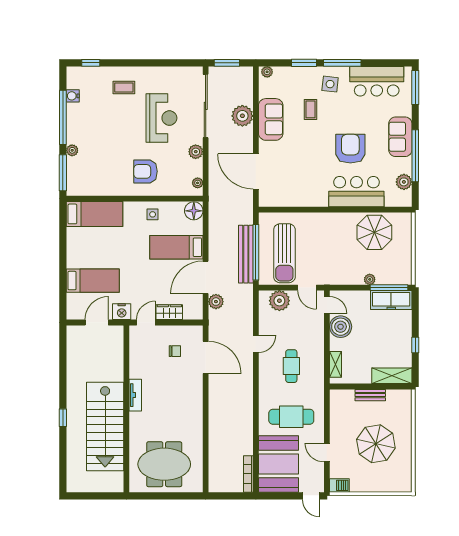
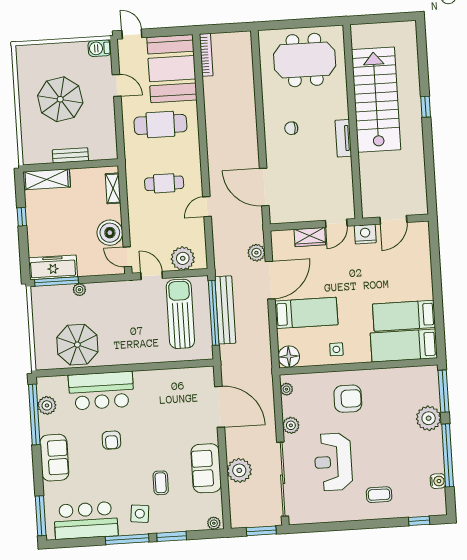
armchair: (350, 149) -> (111, 440), width x0.53, depth x0.53
plant: (72, 150) -> (429, 418), width x1.87, depth x1.87
window: (415, 156) -> (34, 415), moved
bed: (93, 281) -> (404, 316), moved
chair: (175, 351) -> (291, 128), moved
cafe table: (291, 366) -> (164, 183), turned 90

